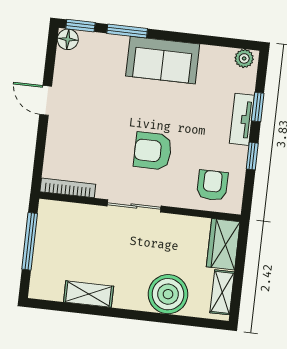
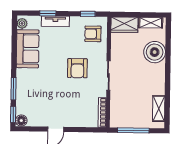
sofa: (163, 60) -> (28, 49), moved
window: (252, 156) -> (88, 14), moved
shelving: (89, 294) -> (159, 109), moved

